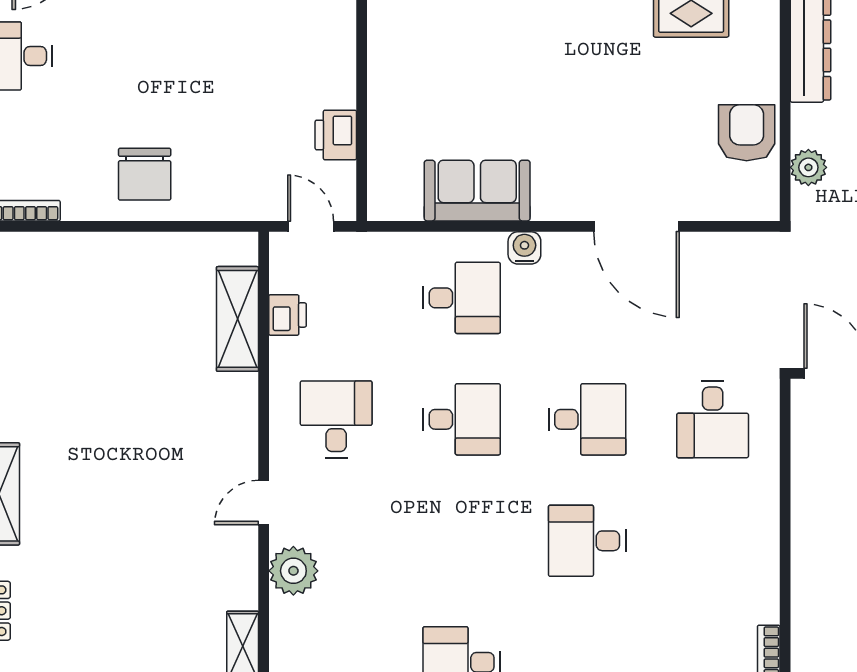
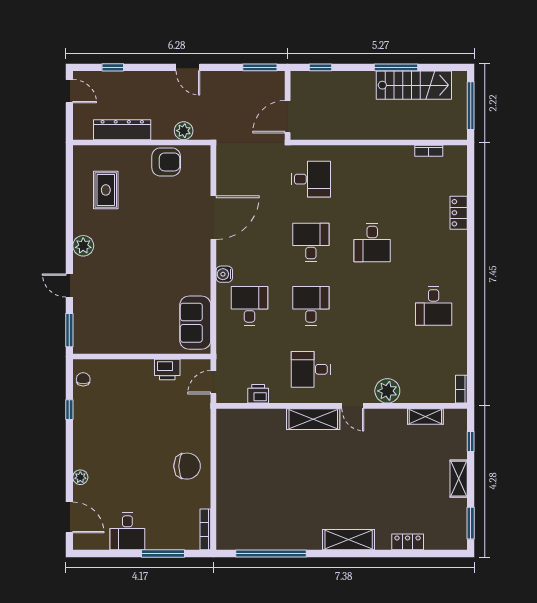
armchair: (747, 133) -> (166, 162), turned 180
sofa: (477, 191) -> (195, 323), moved
shelving: (237, 319) -> (313, 419), moved

